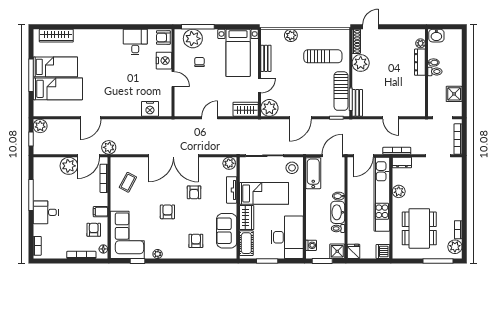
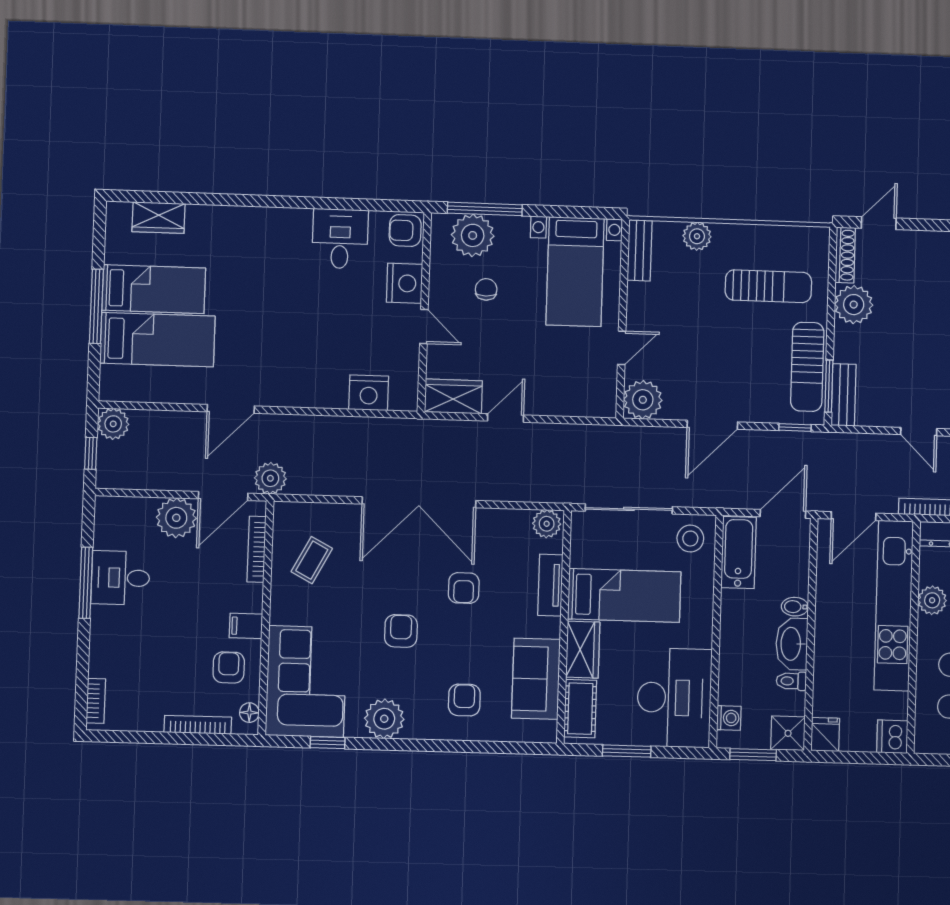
wardrobe: (56, 36) -> (159, 218), width x0.67
bench: (266, 58) -> (640, 250), moved
wardrobe: (246, 109) -> (453, 396), moved
desk: (46, 212) -> (120, 578), moved
plant: (158, 254) -> (384, 719), width x1.88, depth x1.88

